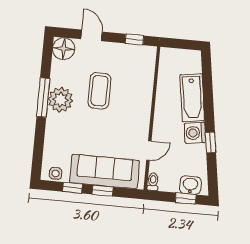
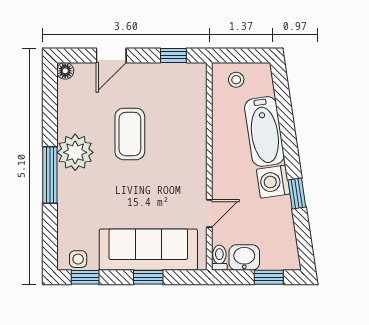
door: (92, 35) -> (111, 55), swing flipped
floor lamp: (64, 49) -> (65, 71), width x0.53, depth x0.53
stool: (176, 60) -> (236, 80), added
window: (43, 97) -> (50, 175), moved
washbasin: (190, 185) -> (244, 257), moved
window: (72, 188) -> (85, 277), moved

